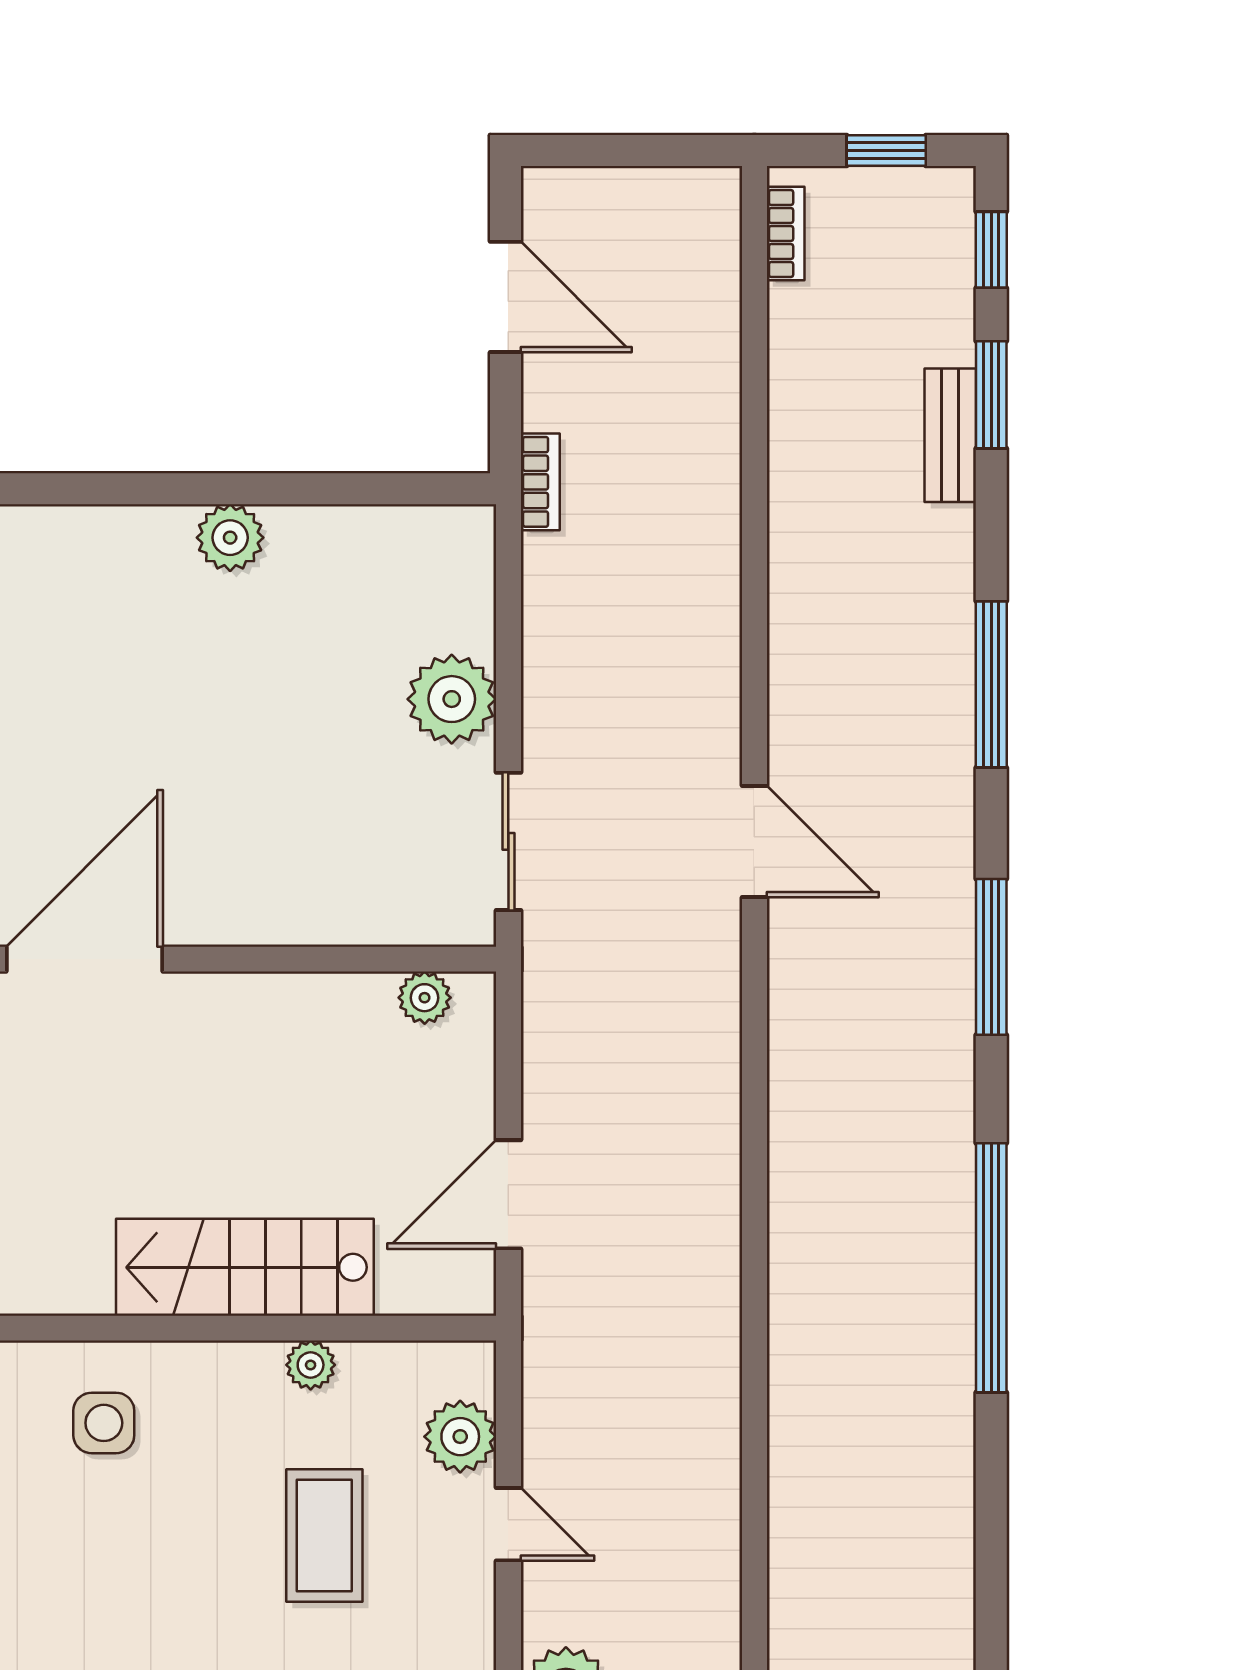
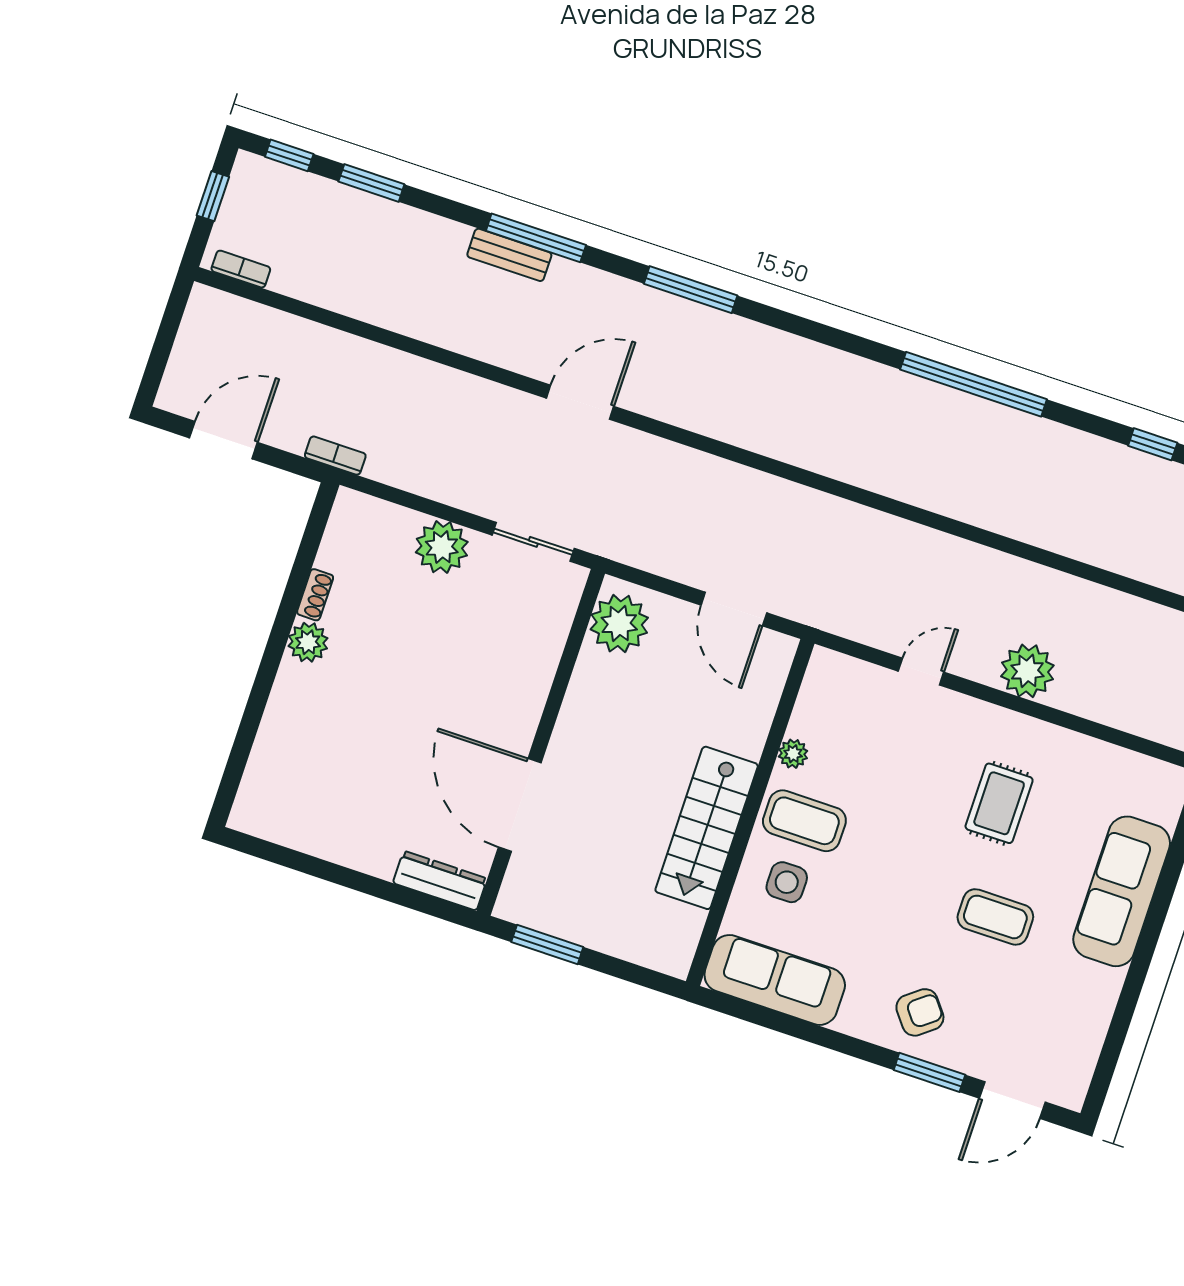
bench: (950, 435) -> (509, 255), moved
shoe rack: (309, 524) -> (315, 595), added
plant: (425, 998) -> (619, 624), width x1.87, depth x1.87
stairs: (245, 1267) -> (707, 828), moved
window: (991, 1268) -> (974, 384), moved
plant: (460, 1437) -> (862, 682), removed
coffee table: (324, 1536) -> (804, 821), moved

